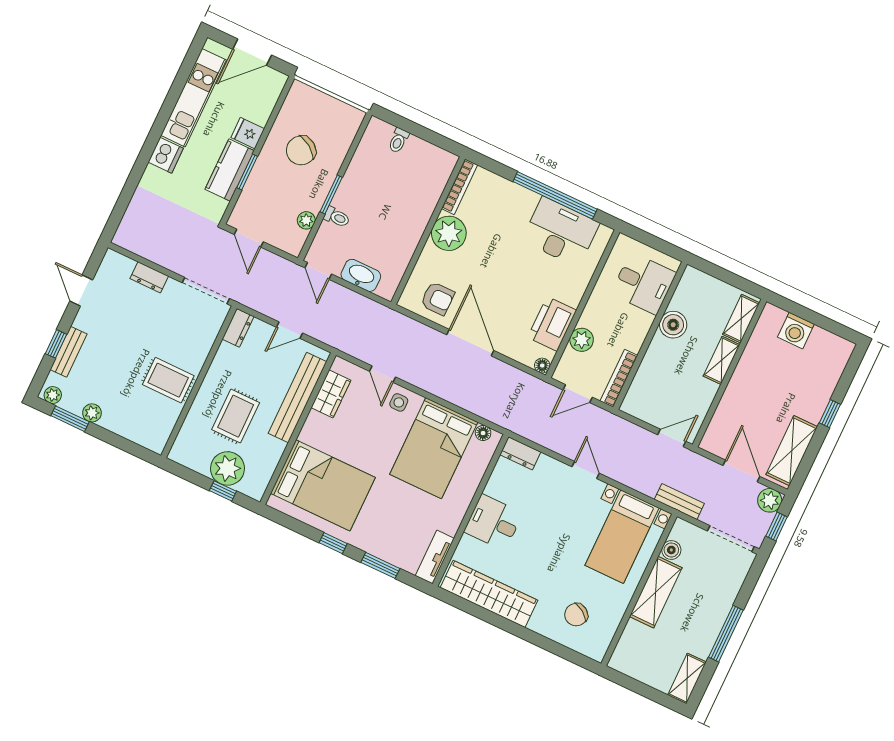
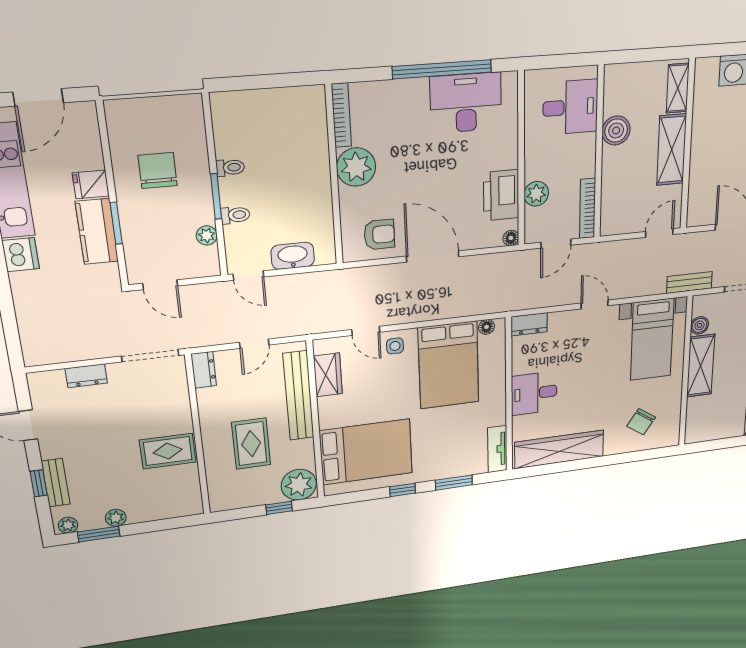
toilet: (398, 140) -> (230, 168), moved, turned -90
chair: (301, 150) -> (158, 170), turned 146
shelving: (722, 360) -> (672, 150), width x1.50, depth x1.33
plant: (228, 468) -> (299, 485), moved

